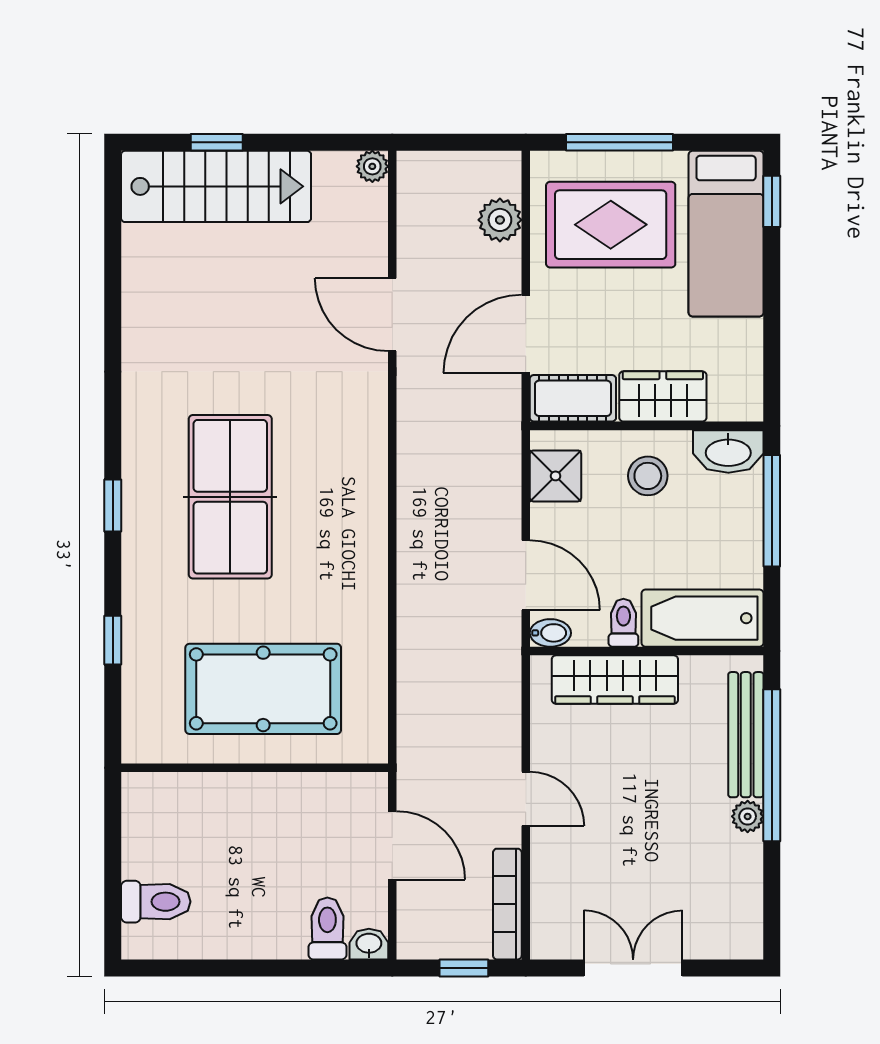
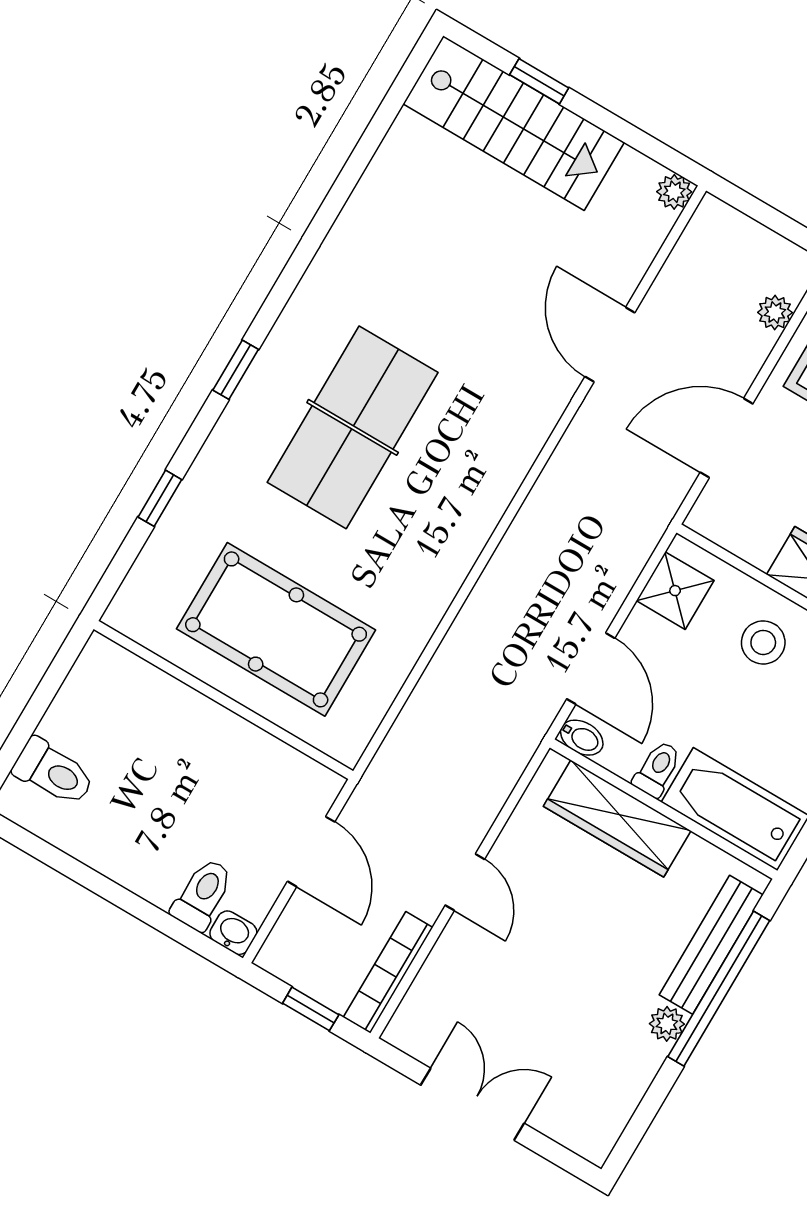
plant: (500, 220) -> (775, 312), width x0.73, depth x0.73
cot: (573, 398) -> (735, 526), removed

